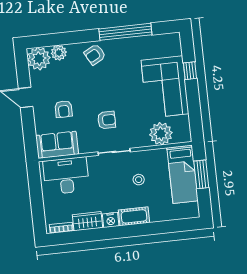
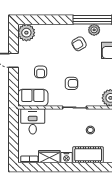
plant: (59, 53) -> (94, 30), moved
armchair: (95, 54) -> (79, 44), moved
desk: (66, 176) -> (33, 121), width x0.73
cot: (134, 216) -> (88, 155), width x1.37, depth x1.34

